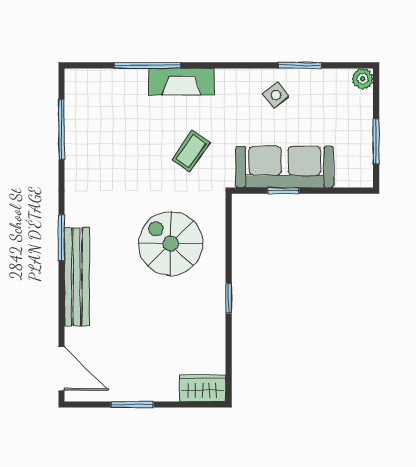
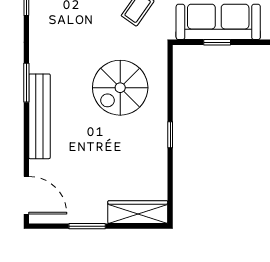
spiral stairs: (171, 243) -> (120, 88), turned -90
wardrobe: (203, 388) -> (138, 212), width x1.50

